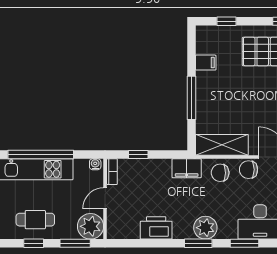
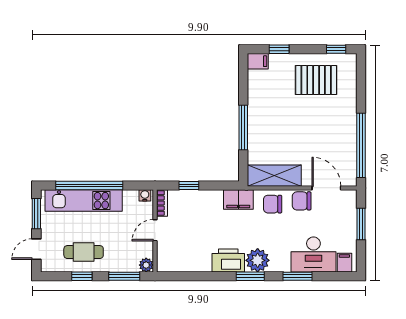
filing cabinet: (206, 63) -> (258, 61), moved
plant: (91, 226) -> (146, 265), width x0.53, depth x0.53
printer: (156, 228) -> (228, 260), moved

